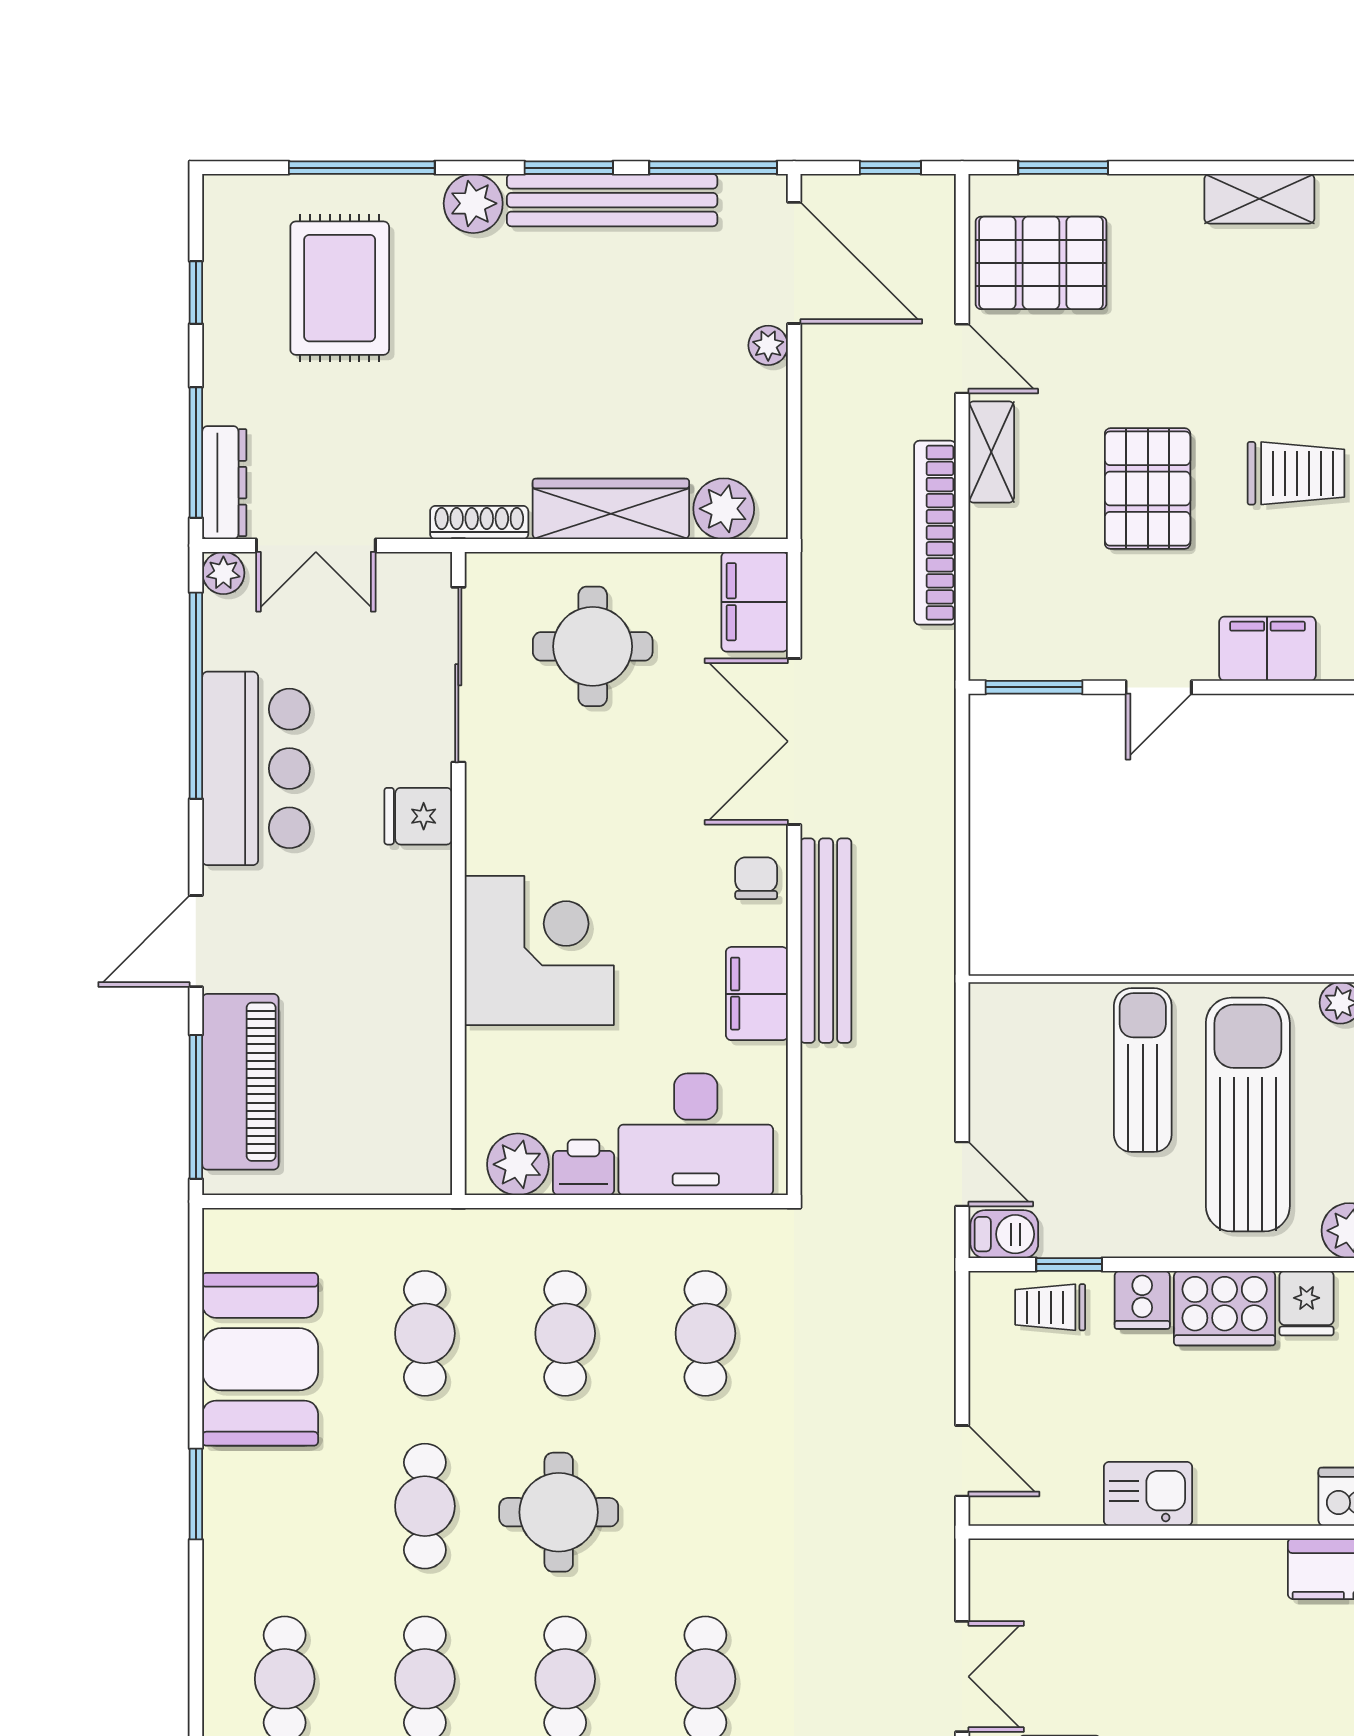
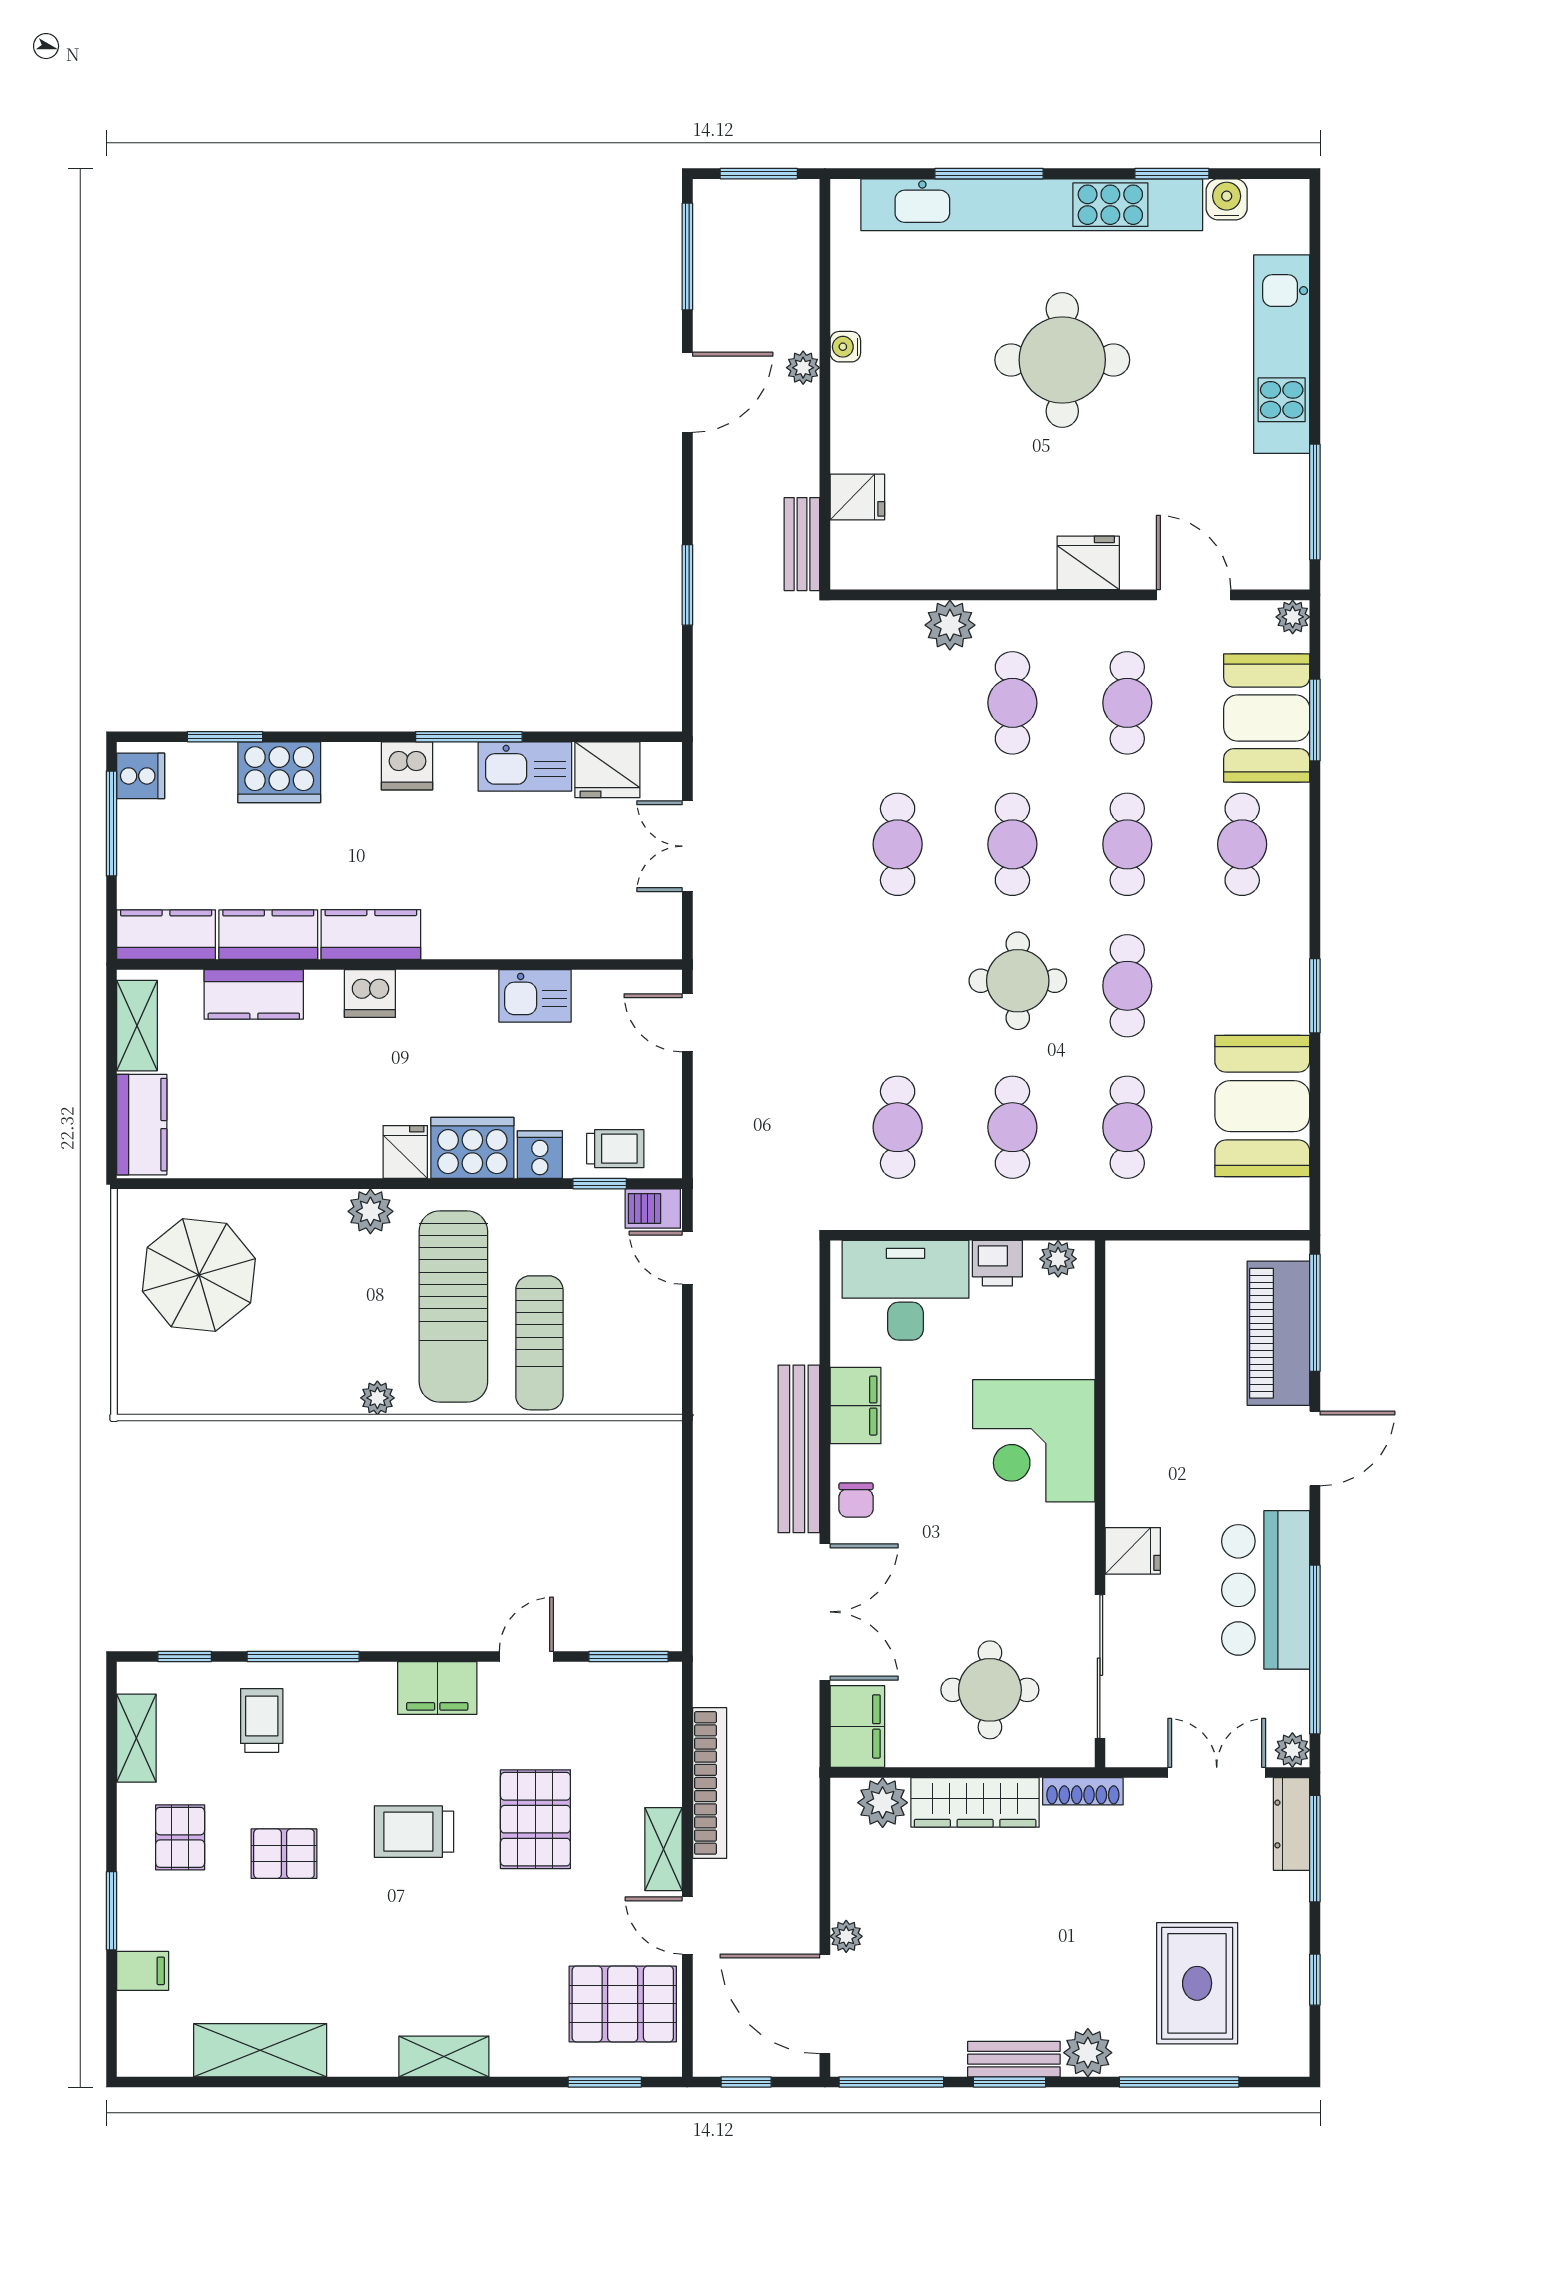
bench: (612, 200) -> (1014, 2059), width x0.54, depth x0.82
plant: (518, 1164) -> (1058, 1259), width x0.73, depth x0.73

